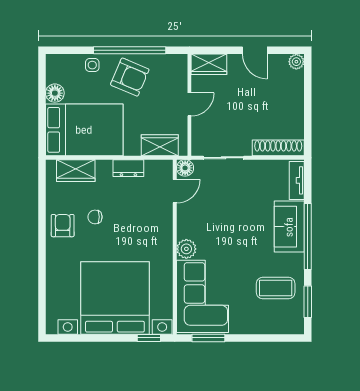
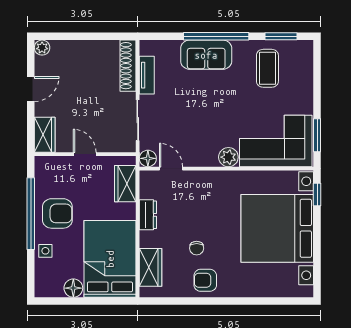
armchair: (130, 77) -> (57, 213), turned 67
tv unit: (297, 180) -> (147, 75), moved, turned -90

